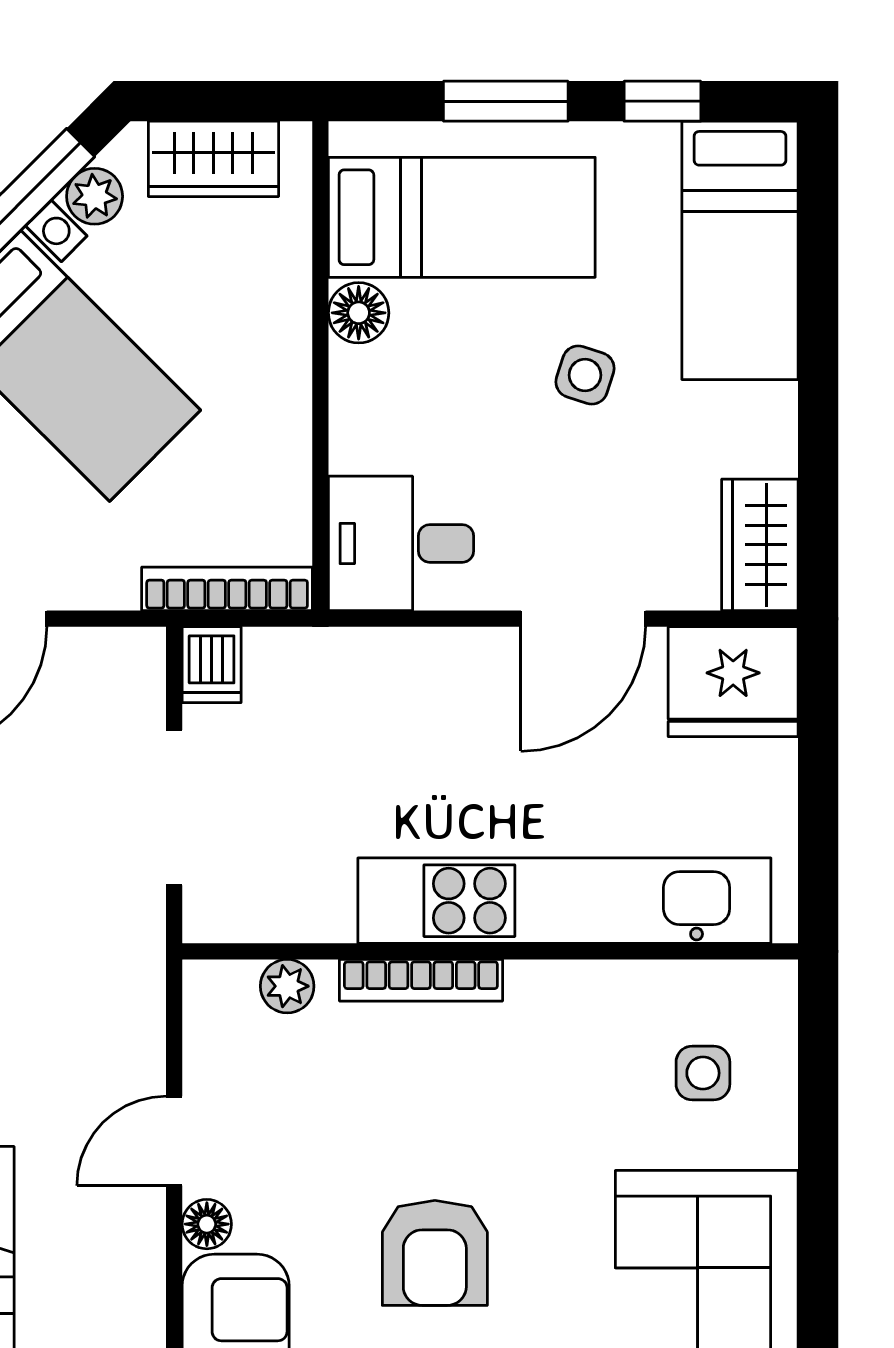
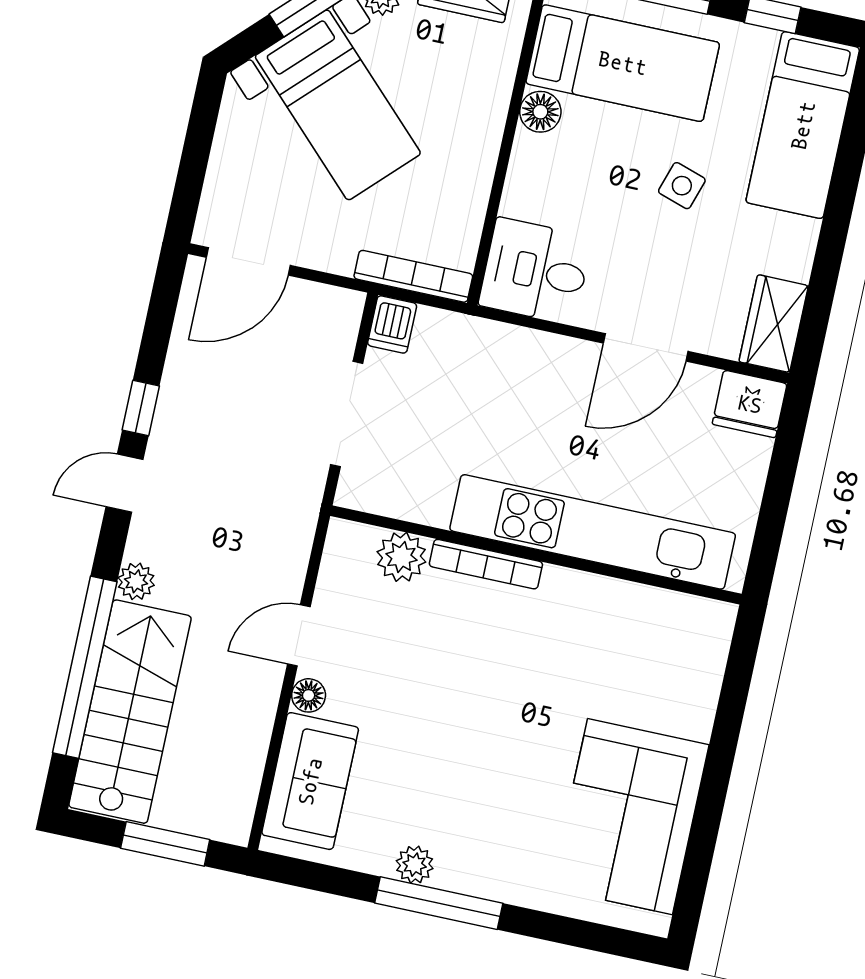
fridge: (733, 682) -> (750, 404), width x0.73, depth x0.75
plant: (287, 986) -> (401, 557), width x1.38, depth x1.38
side table: (703, 1073) -> (660, 666), removed
armchair: (435, 1253) -> (456, 747), removed

